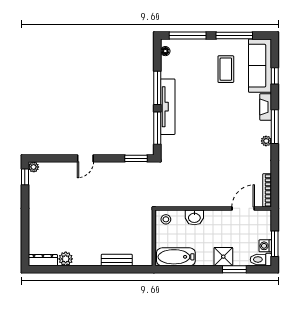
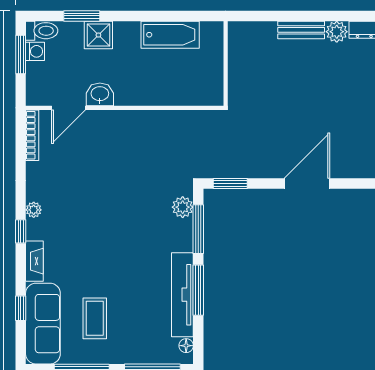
tv unit: (168, 107) -> (182, 295), moved
window: (275, 127) -> (21, 231), width x0.46
plant: (168, 143) -> (183, 207), added
door: (85, 158) -> (307, 183), width x1.87
washbasin: (194, 217) -> (100, 94), moved
stool: (166, 219) -> (185, 91), removed
wall: (154, 238) -> (226, 63), moved
bench: (117, 260) -> (301, 30), moved

